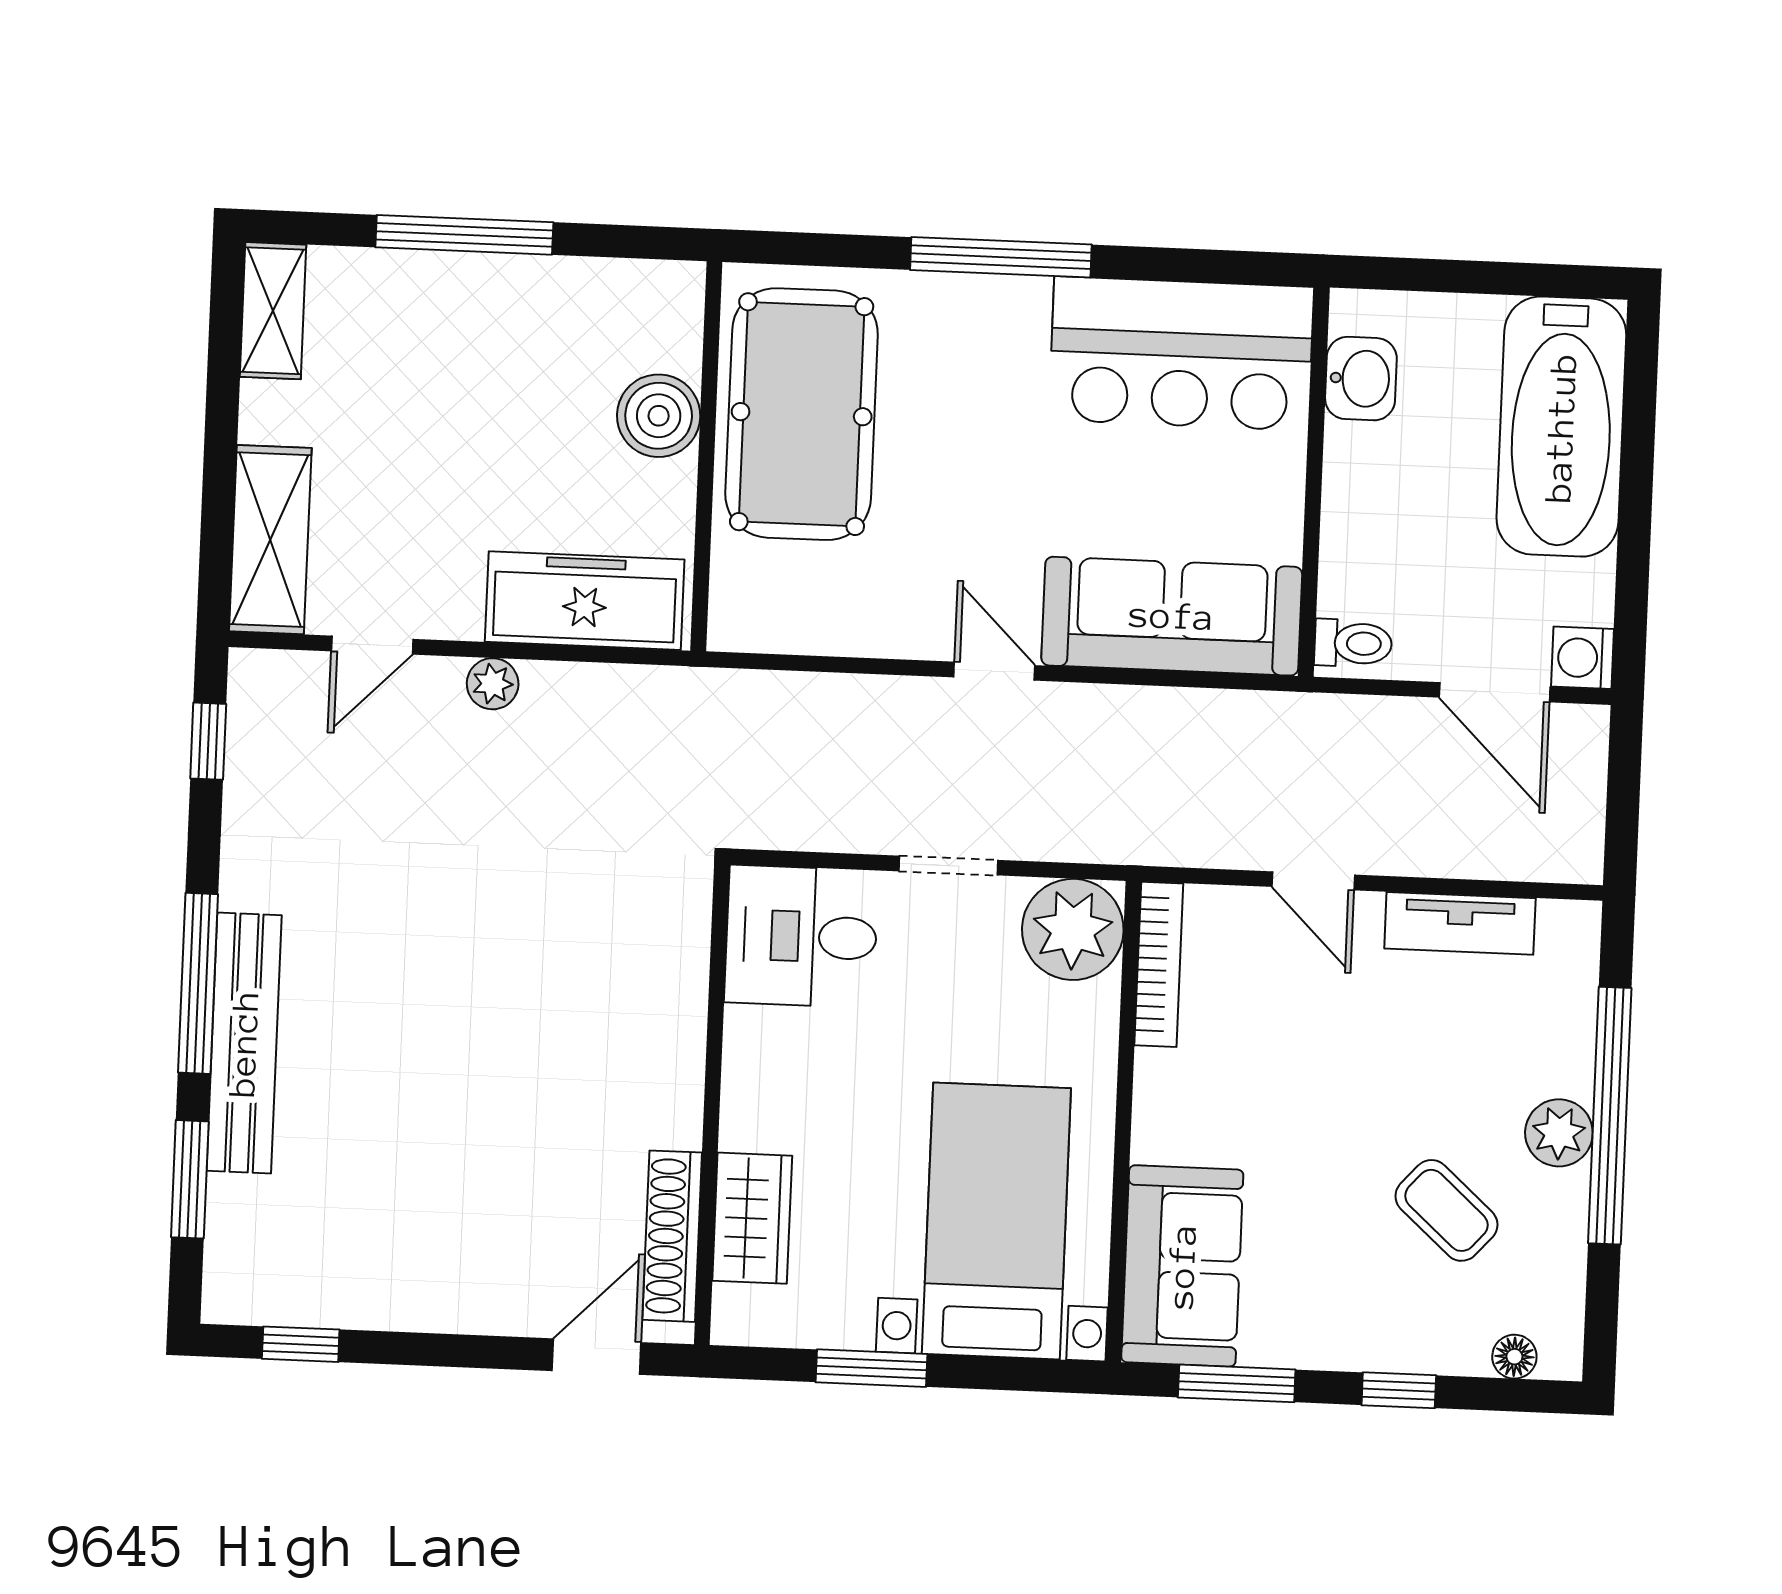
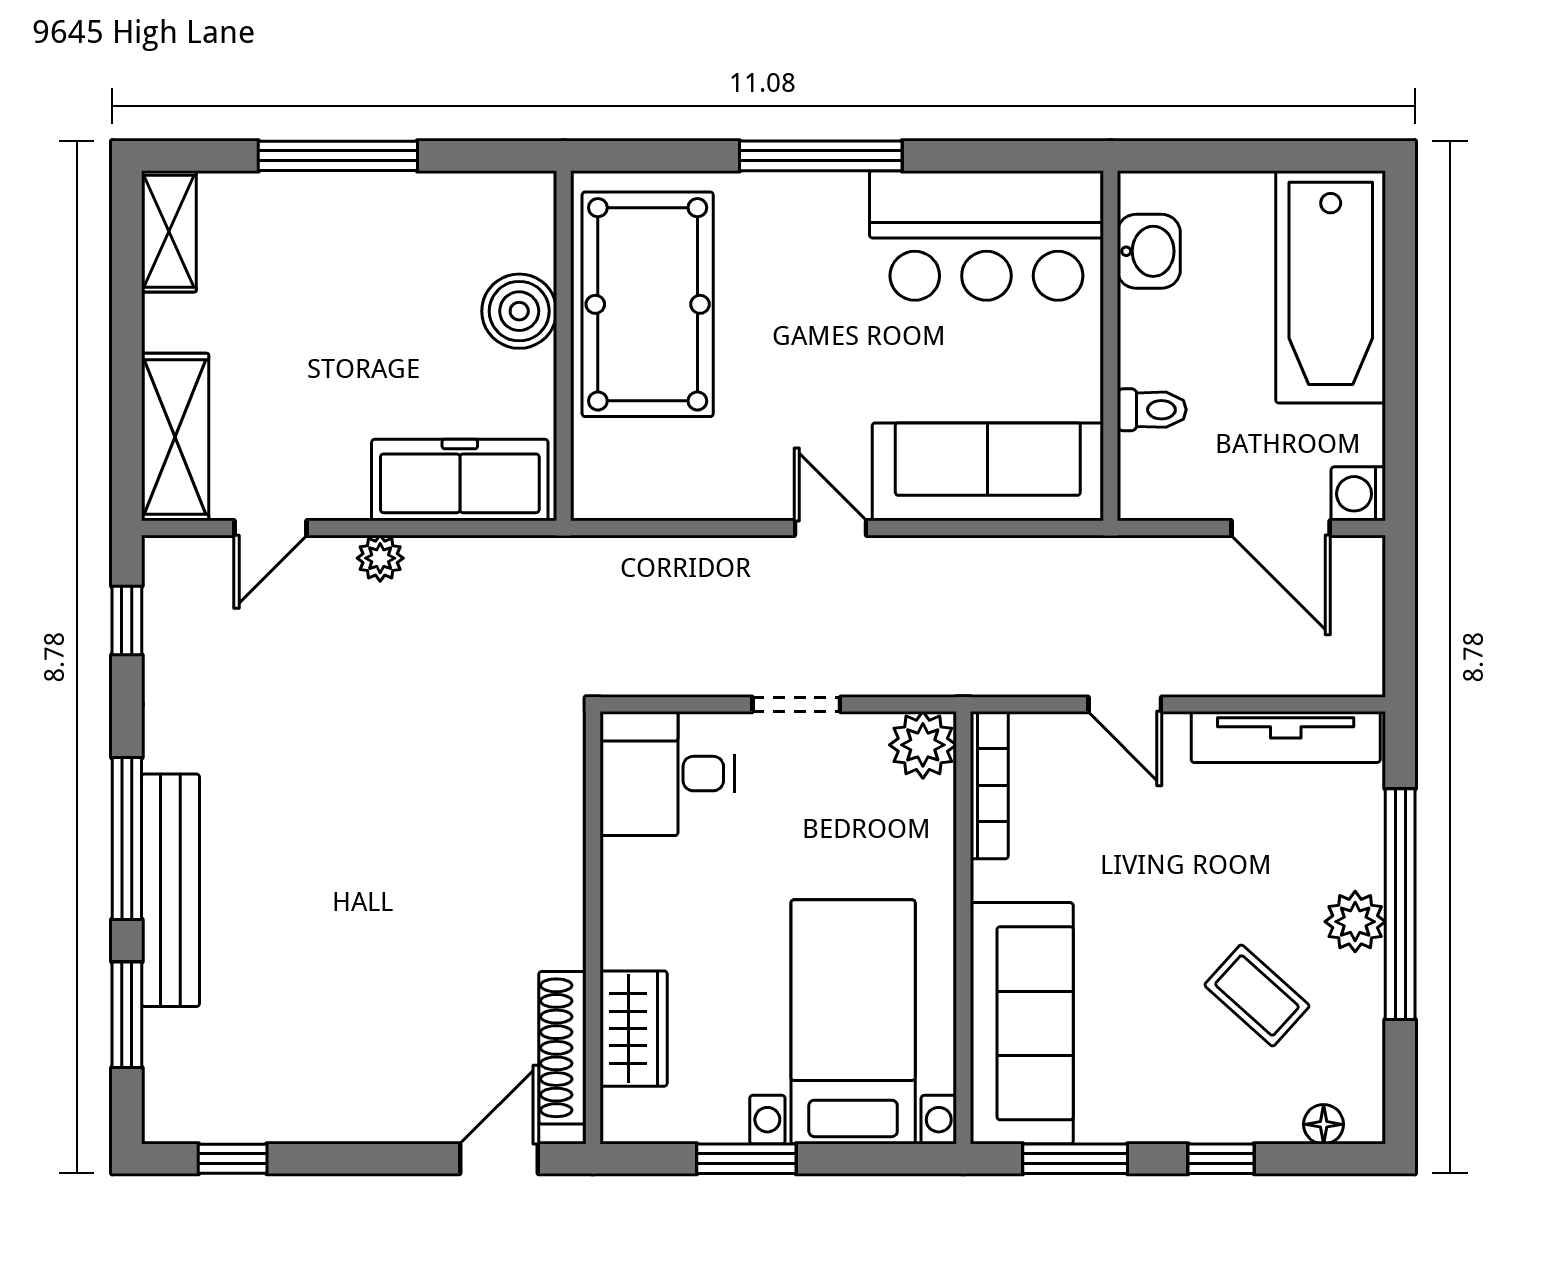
toilet: (1353, 643) -> (1152, 410), moved
tv unit: (1460, 923) -> (1286, 737), width x1.41
plant: (1073, 929) -> (923, 745), width x0.73, depth x0.73
sofa: (1182, 1266) -> (1022, 1023), width x1.36

